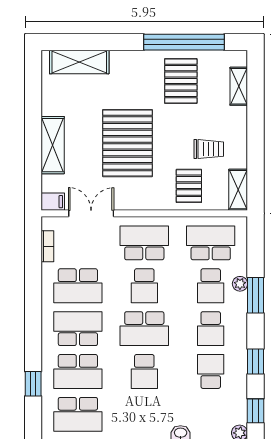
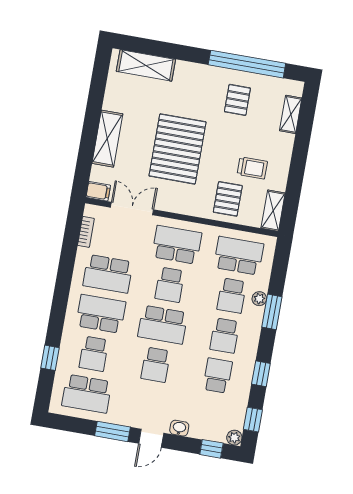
pallet: (181, 81) -> (237, 100), width x0.67, depth x0.71
school desk: (78, 371) -> (94, 354), width x0.54

